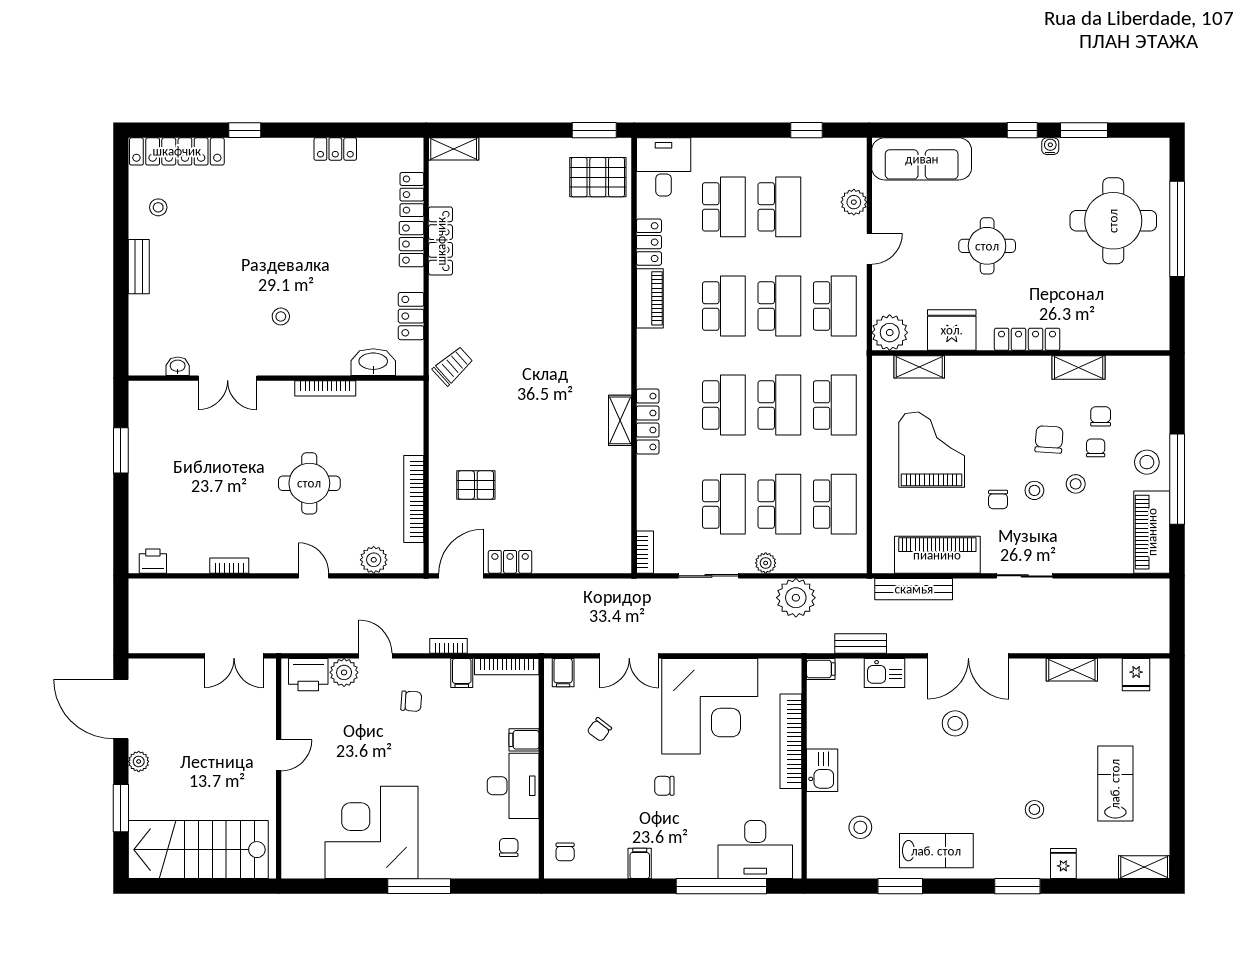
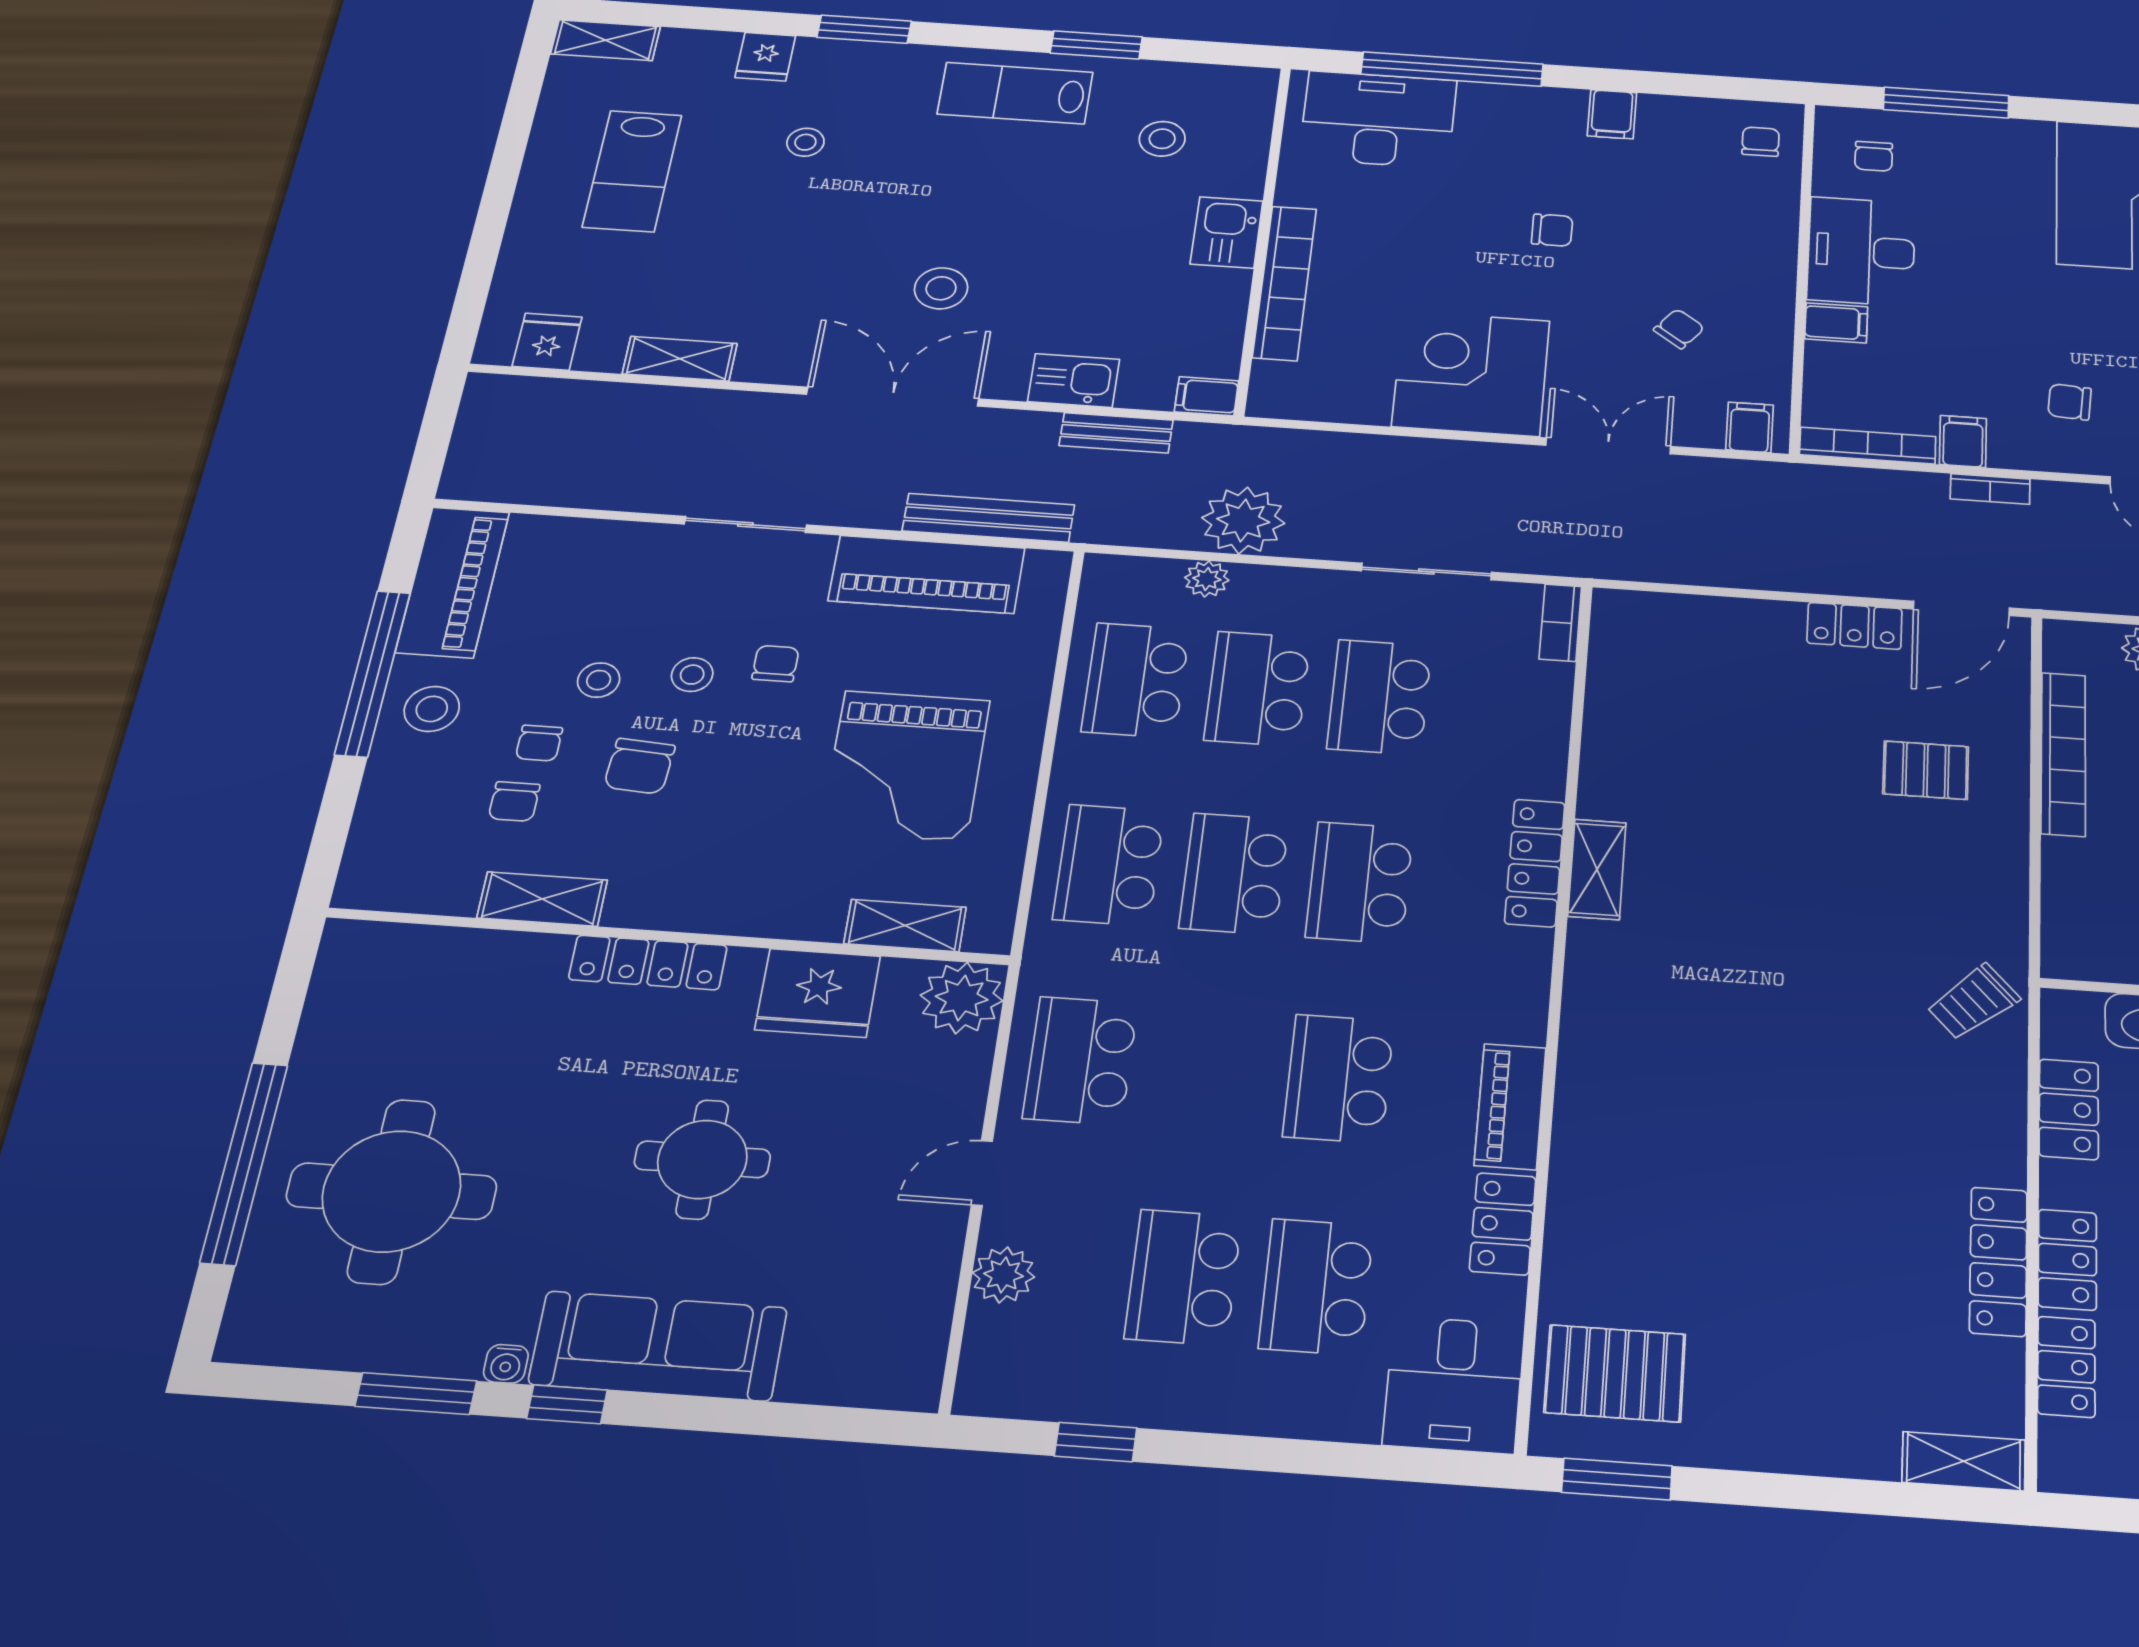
sofa: (922, 159) -> (658, 1346), moved
school desk: (779, 306) -> (1210, 1070), removed
plant: (766, 563) -> (1207, 579), moved
corner desk: (710, 706) -> (1471, 373), width x0.74, depth x0.74
window: (419, 886) -> (1946, 103), moved

